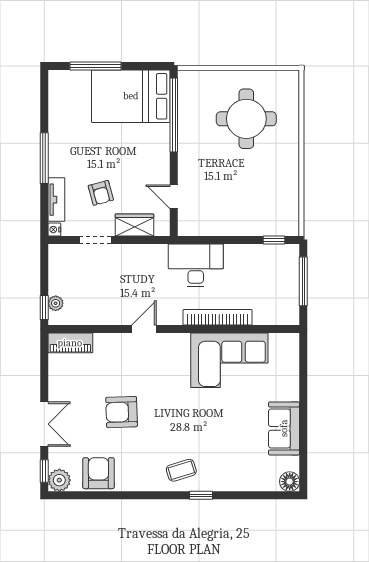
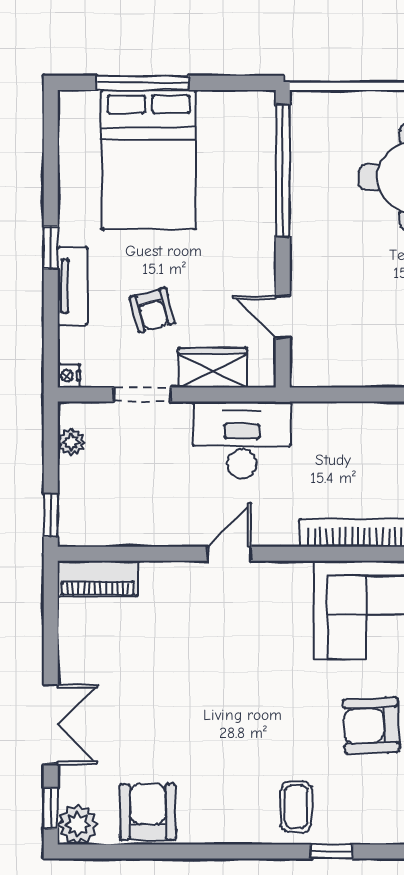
bed: (131, 96) -> (149, 160), moved, turned -90
window: (44, 158) -> (51, 248), width x0.46
tv unit: (56, 200) -> (73, 286), moved
desk: (196, 265) -> (242, 440), moved
plant: (56, 303) -> (71, 442), moved
armchair: (122, 412) -> (371, 725), moved
coffee table: (181, 470) -> (296, 807), turned -73

